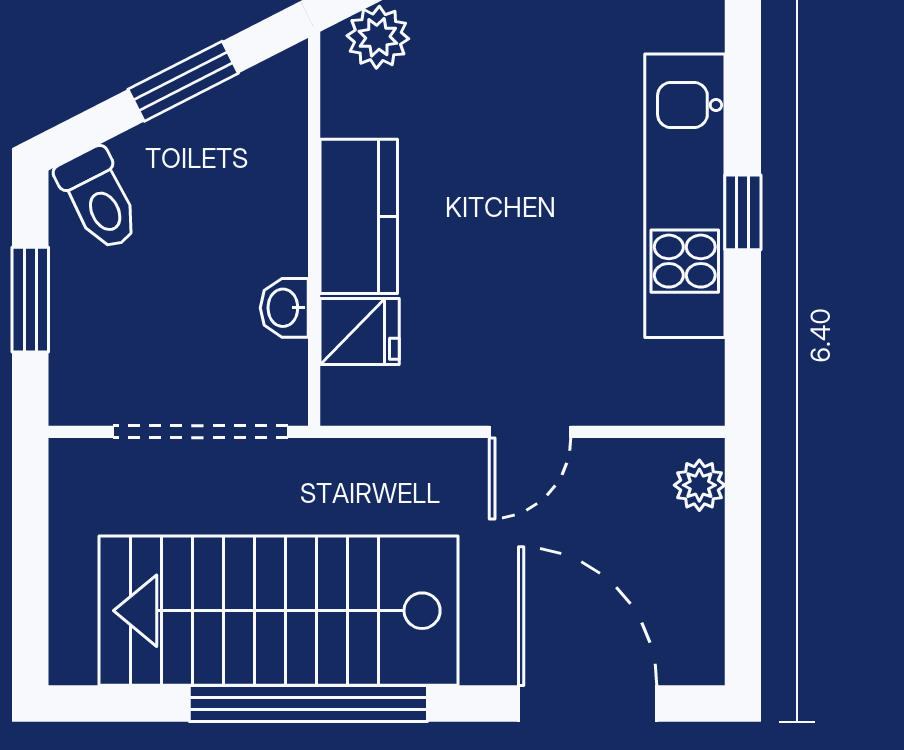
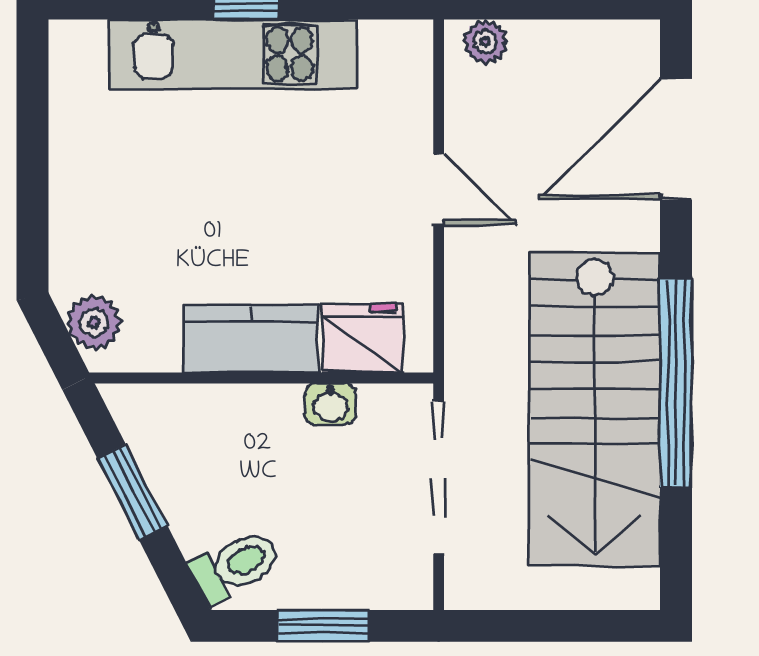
fridge: (360, 331) -> (362, 338), width x1.38

